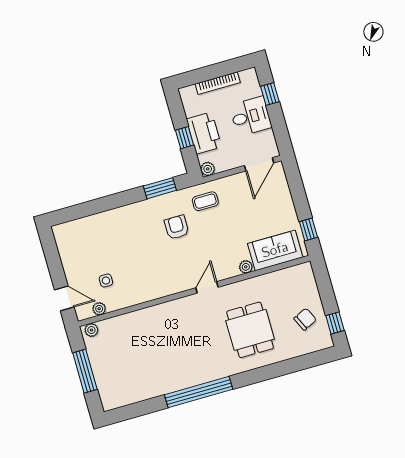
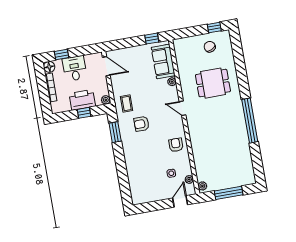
floor lamp: (249, 77) -> (49, 67), added
armchair: (150, 283) -> (176, 145), added

